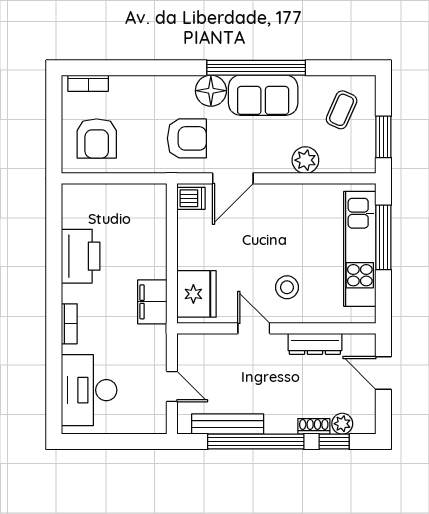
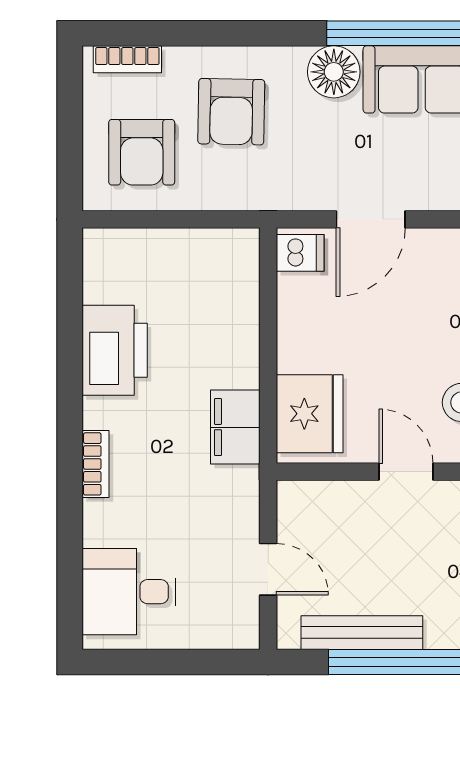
armchair: (187, 138) -> (231, 112), moved, turned 91
desk: (89, 390) -> (129, 592), width x0.73

